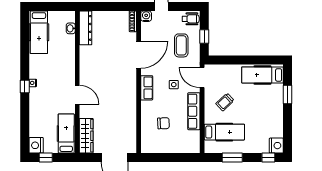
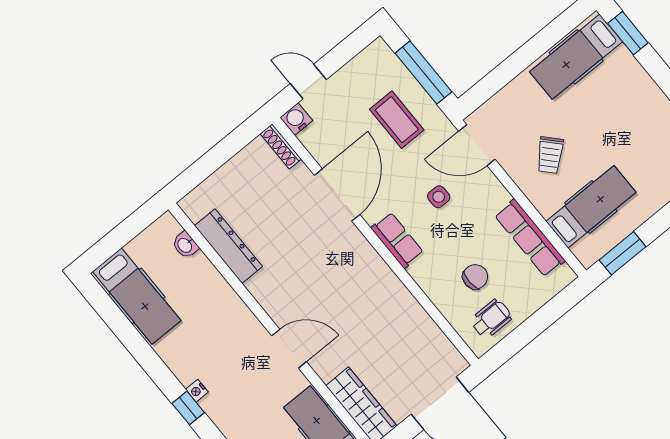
wheelchair: (191, 19) -> (491, 319), moved
dresser: (86, 28) -> (228, 246), moved
window: (204, 36) -> (423, 72), width x2.17
window: (288, 94) -> (628, 33), moved
row of seats: (194, 111) -> (530, 238), moved
window: (232, 158) -> (623, 253), moved

